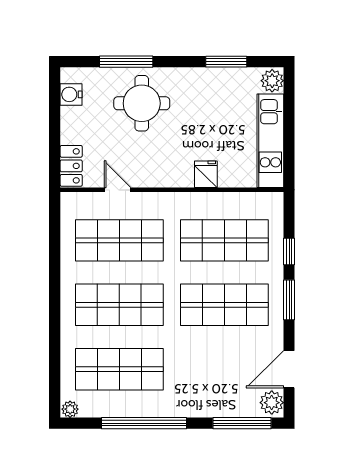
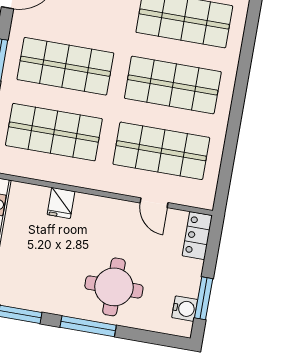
window: (126, 62) -> (88, 326), moved
window: (55, 107) -> (204, 298), added

